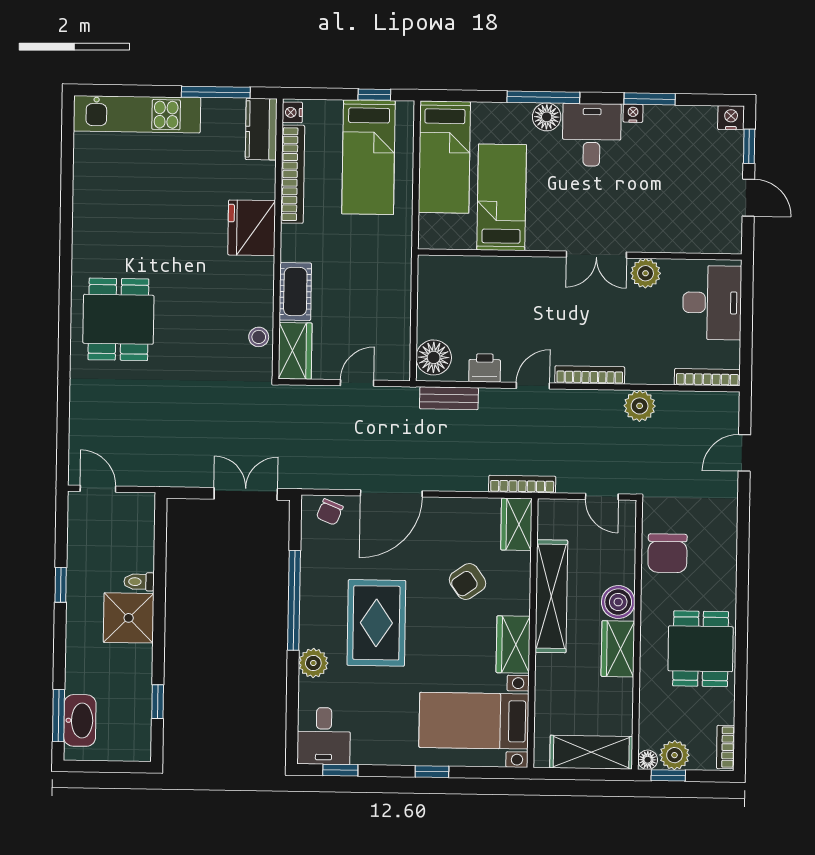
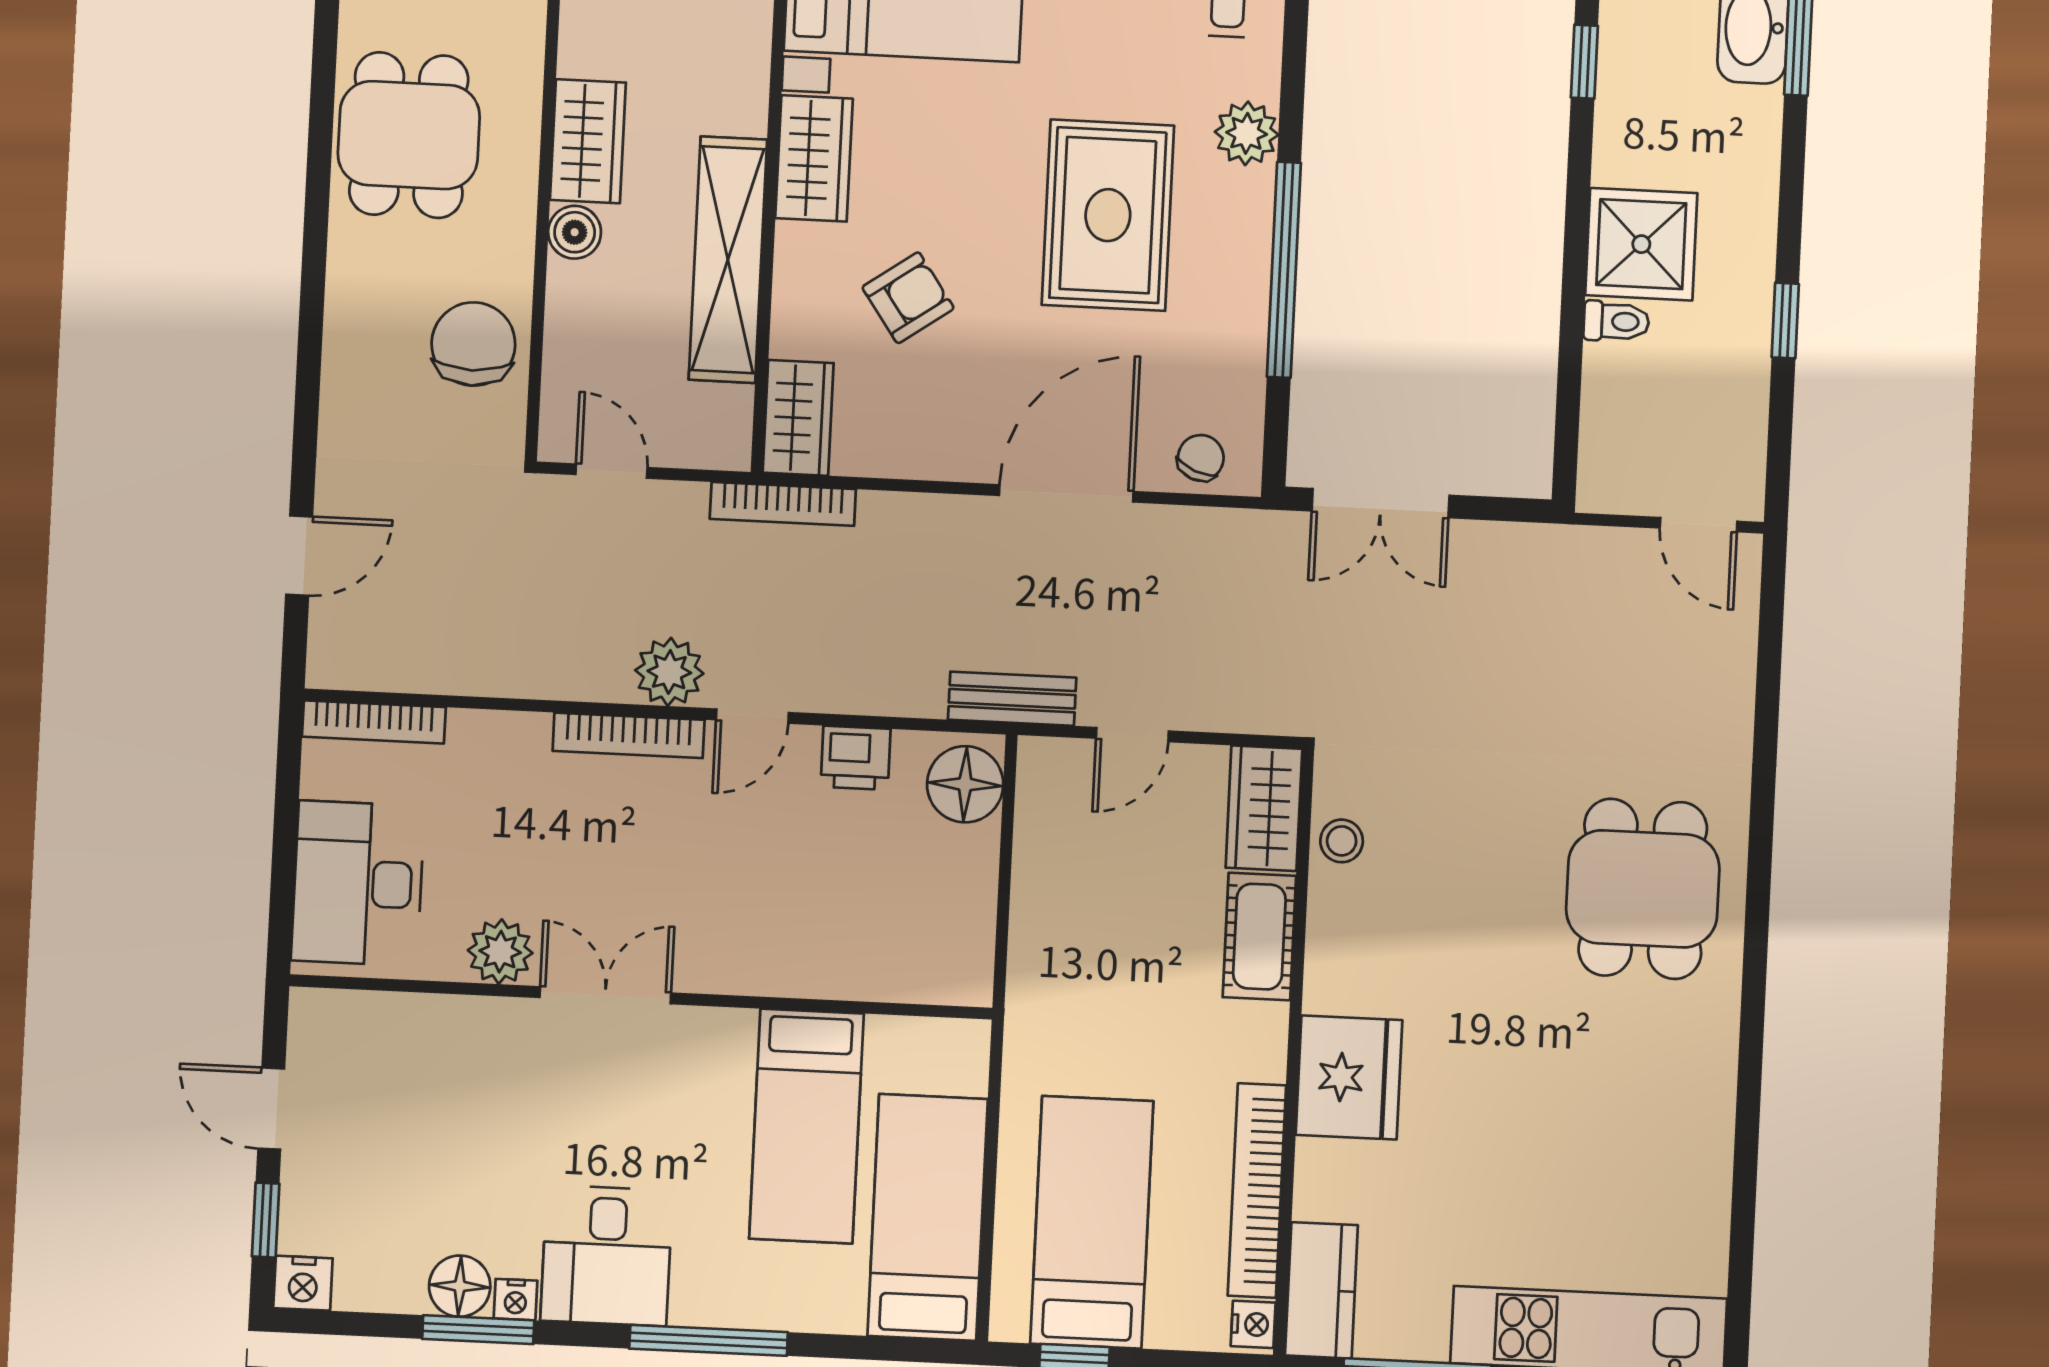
floor lamp: (547, 117) -> (460, 1286), moved
bench: (449, 398) -> (1012, 699), moved
plant: (640, 406) -> (669, 672), moved
boiler: (618, 602) -> (575, 232), width x0.73, depth x0.73

